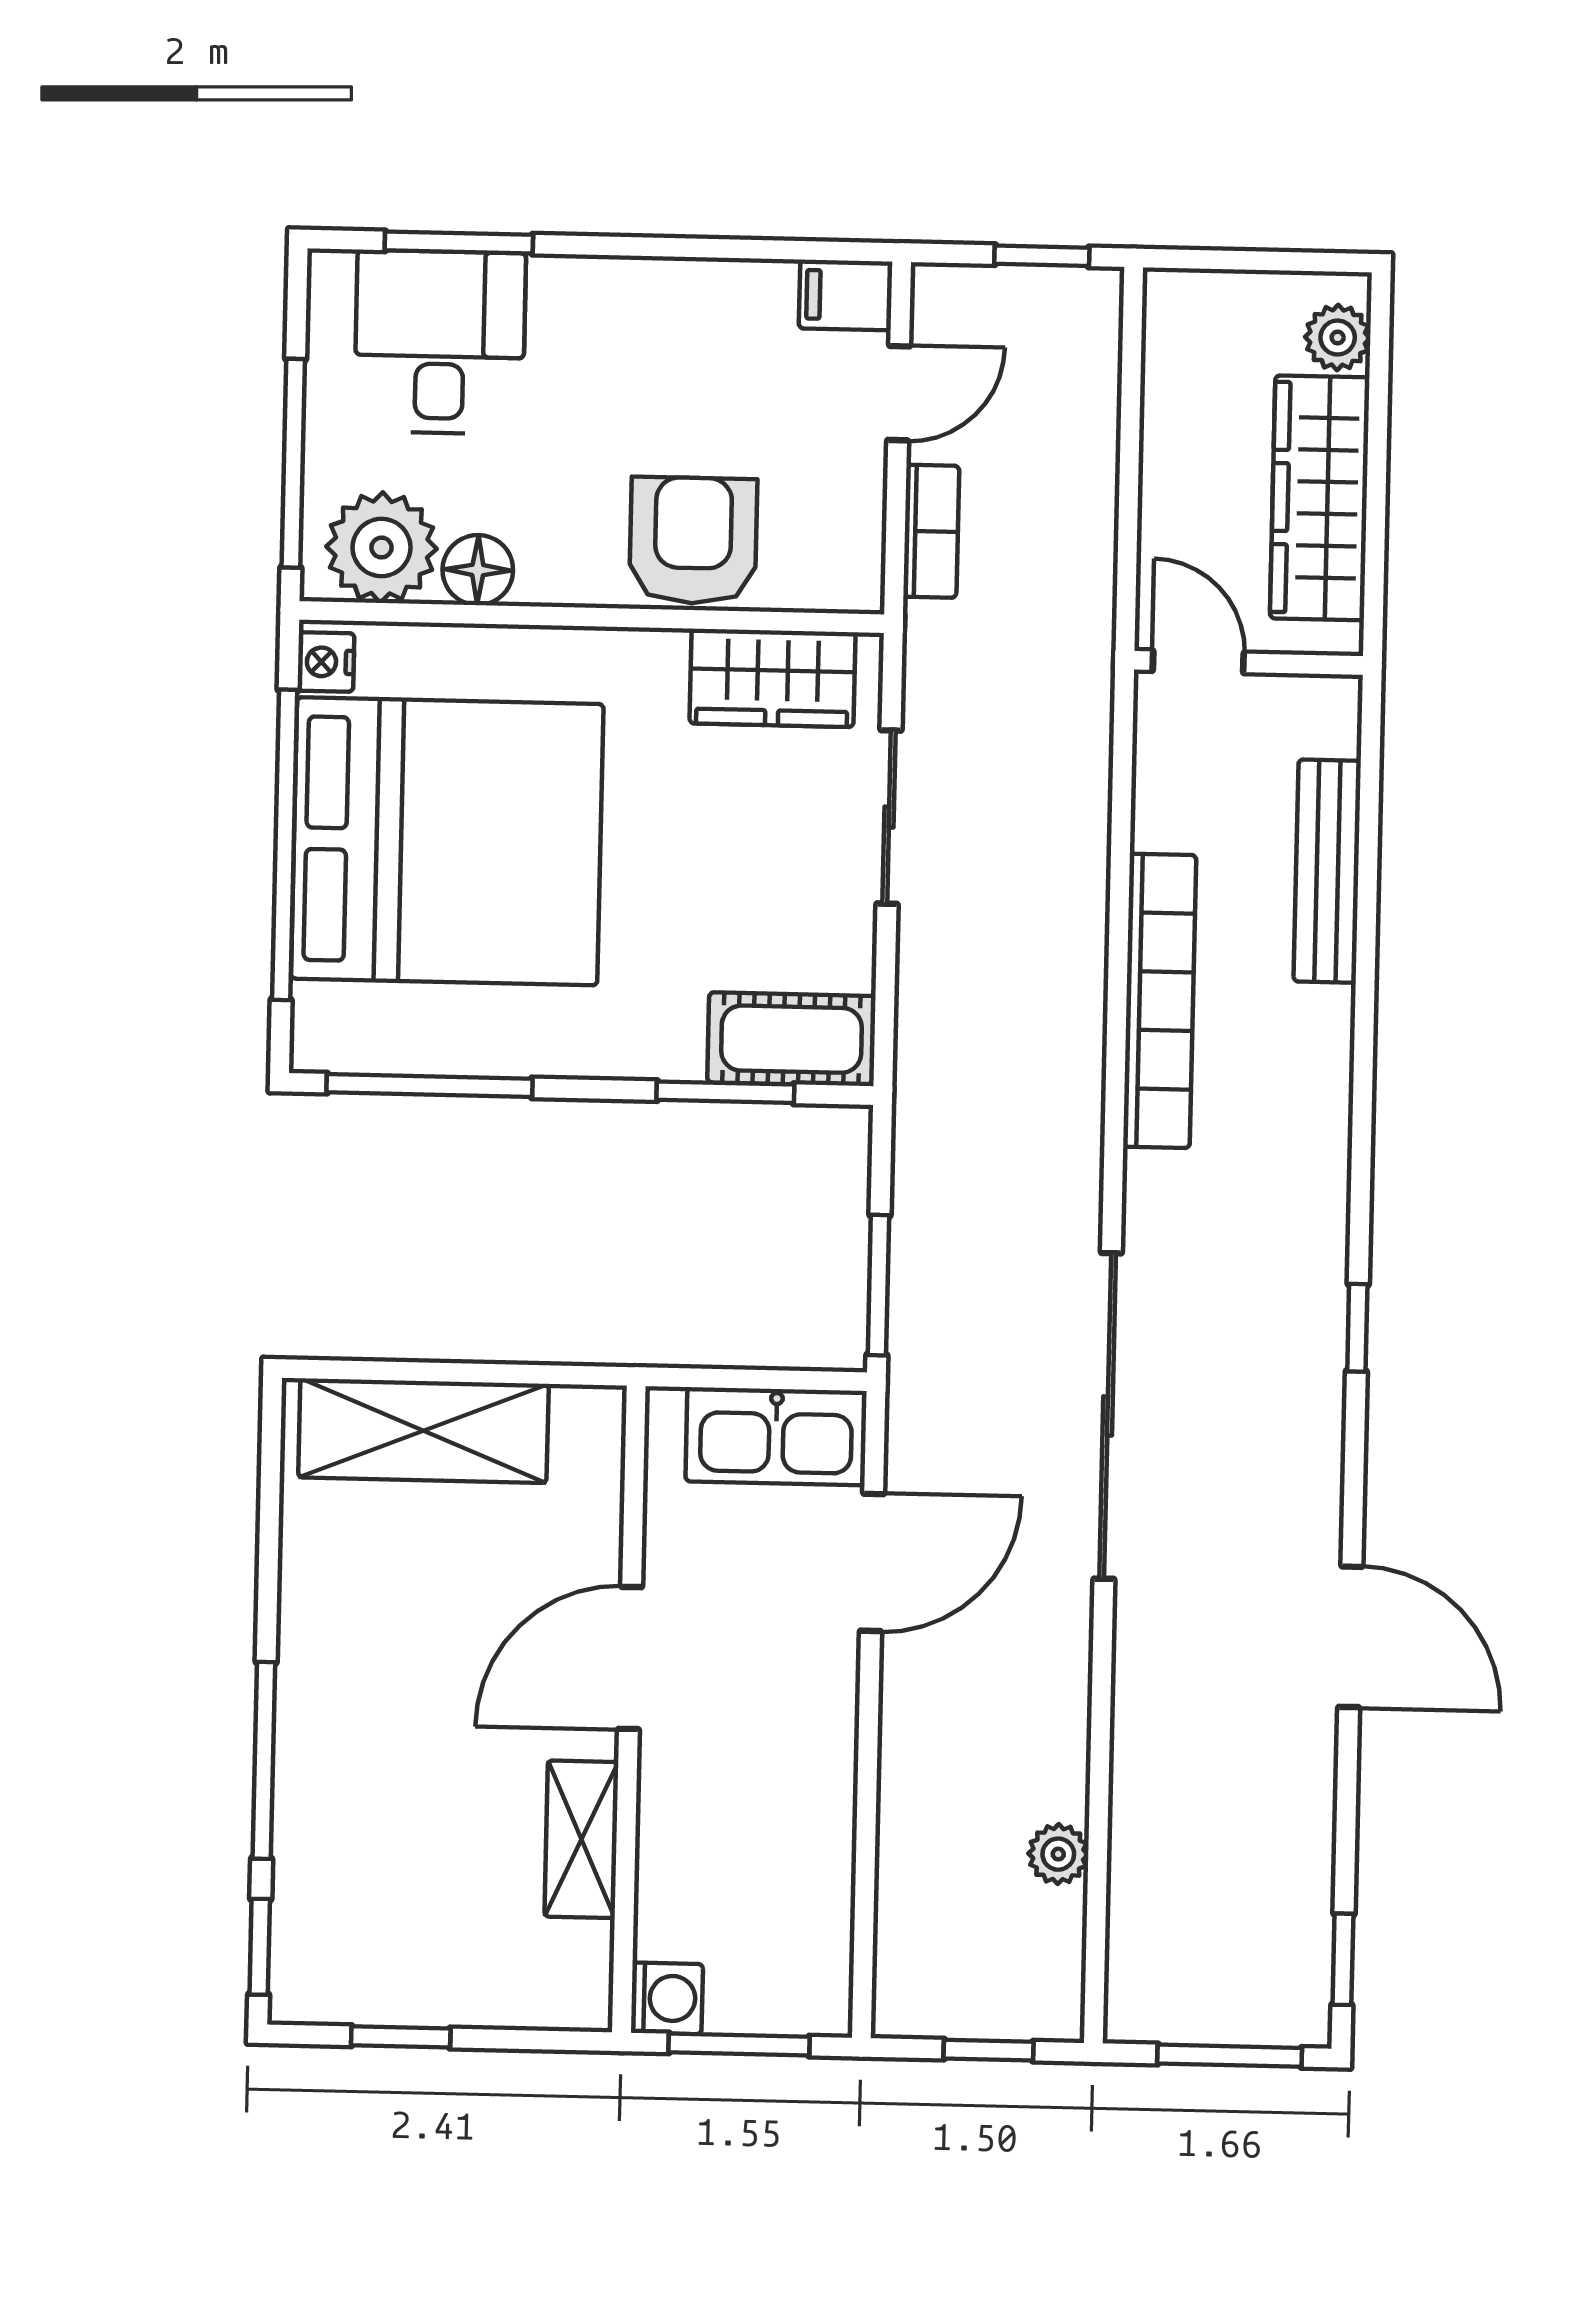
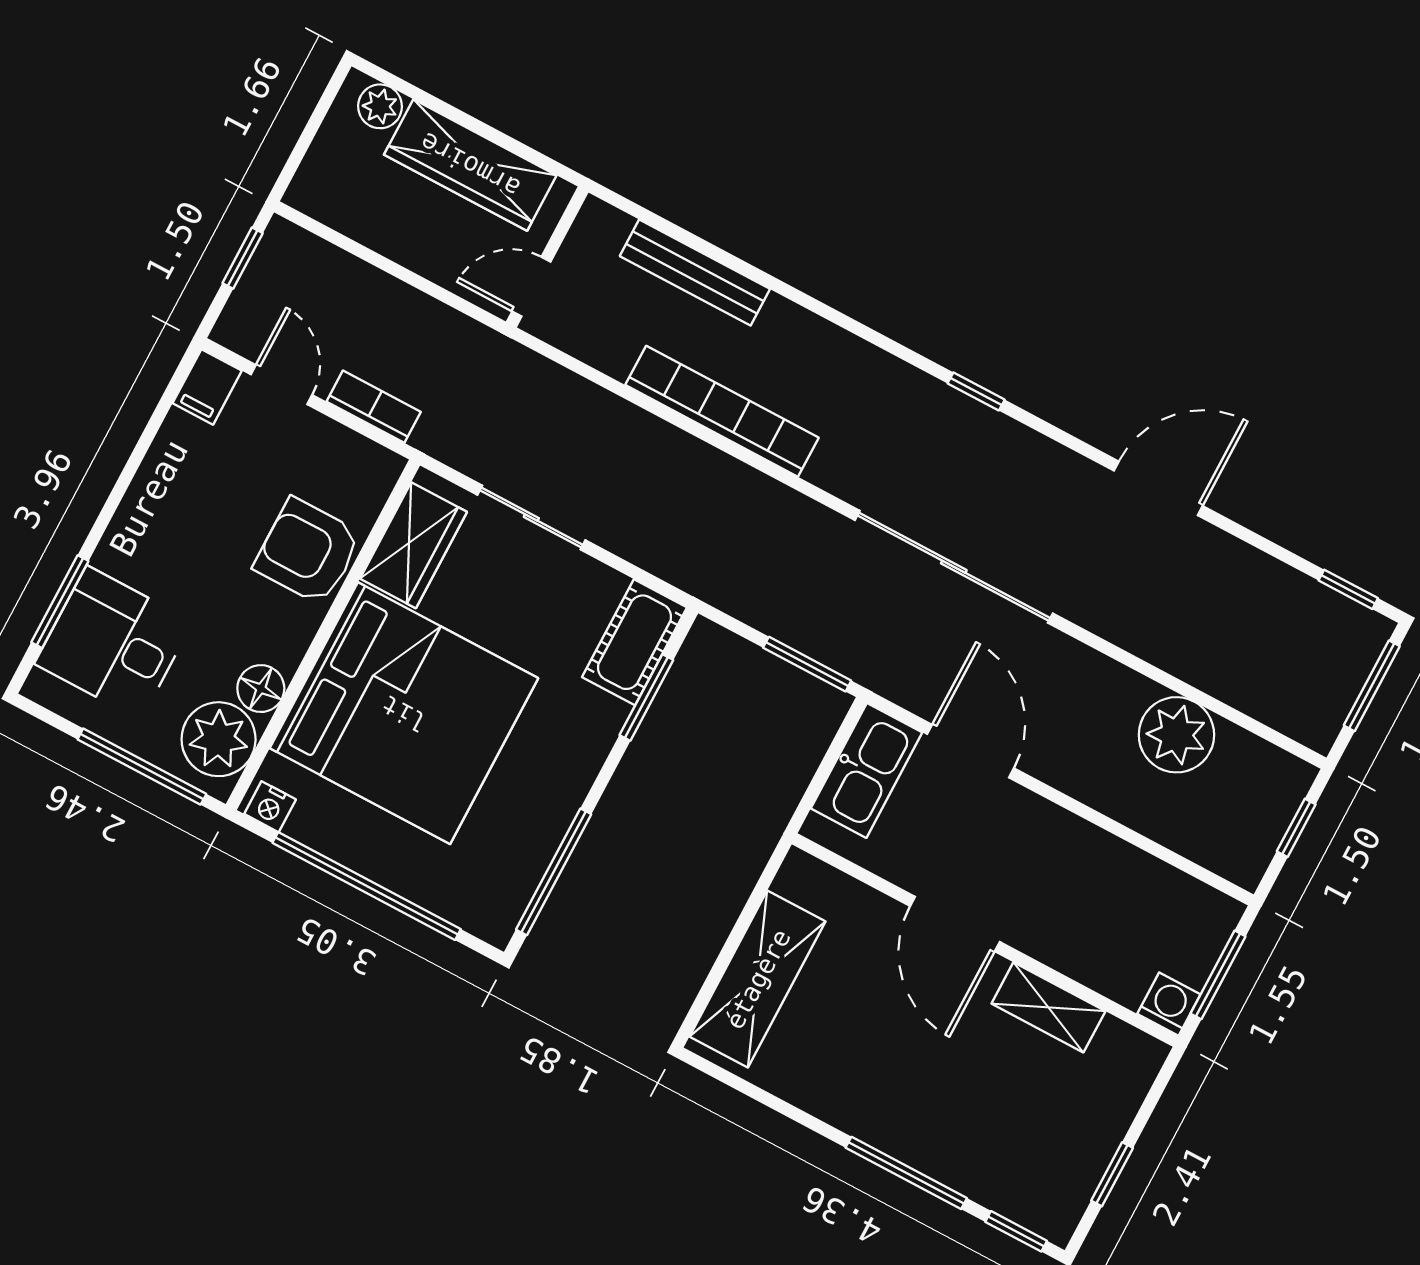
bed: (447, 841) -> (404, 713), moved, turned 90
plant: (1058, 1854) -> (1176, 735), width x1.88, depth x1.88

